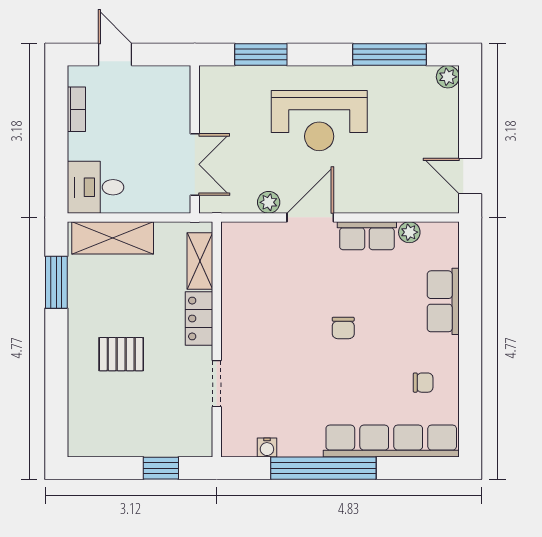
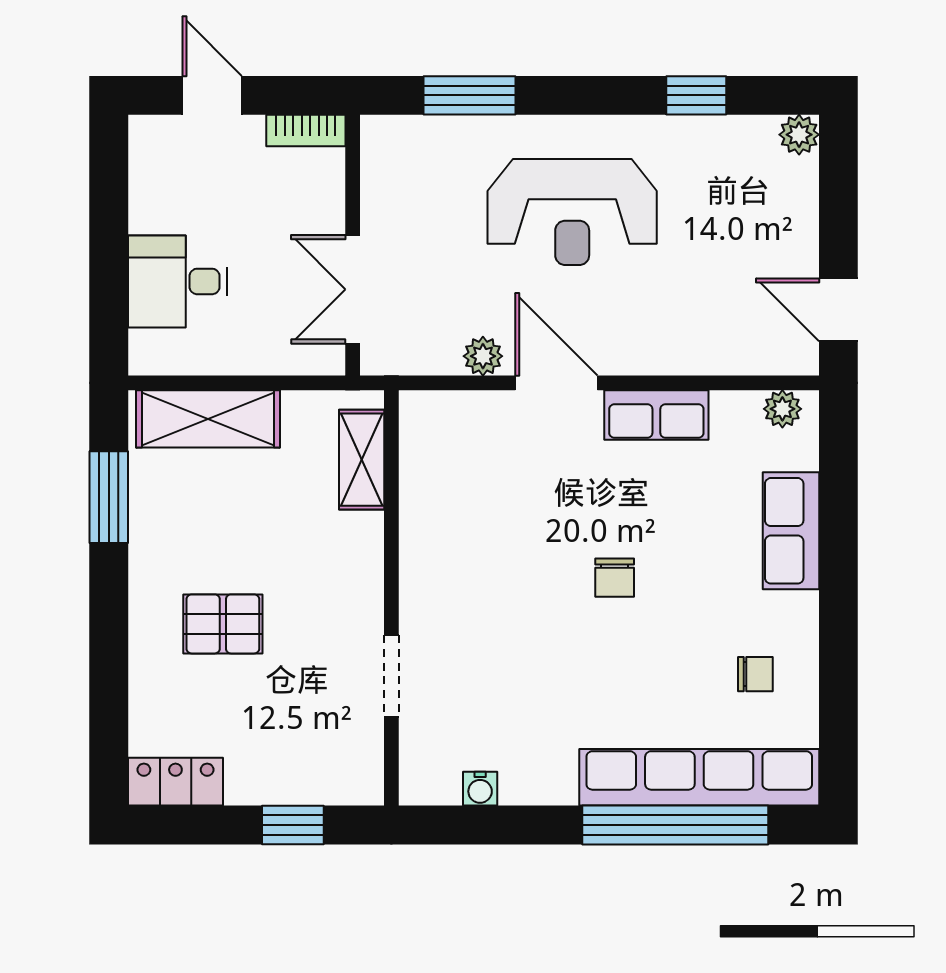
window: (389, 54) -> (696, 95), width x0.46
bookcase: (76, 109) -> (306, 130), moved, turned 90
double door: (195, 164) -> (353, 289), swing flipped
desk: (96, 187) -> (178, 281), moved
door: (310, 217) -> (556, 383), hinge flipped
plant: (409, 232) -> (782, 409), moved
locker: (199, 318) -> (175, 782), moved, turned 90
window: (323, 468) -> (675, 825), moved

